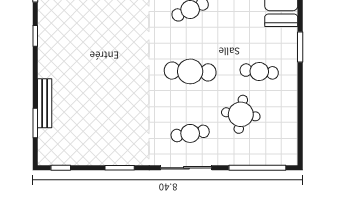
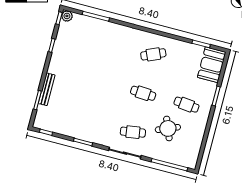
cafe table: (190, 71) -> (143, 93), width x0.73, depth x0.74
round table: (241, 114) -> (168, 128), turned -30

